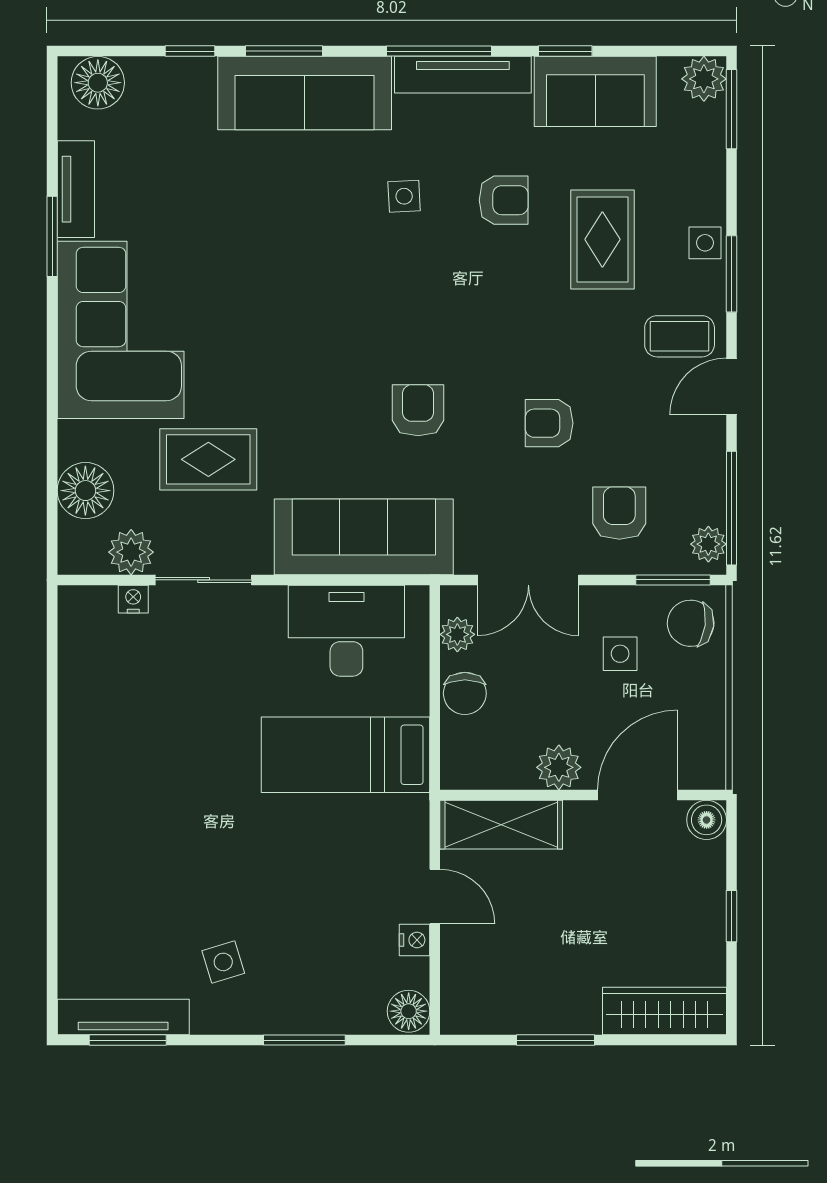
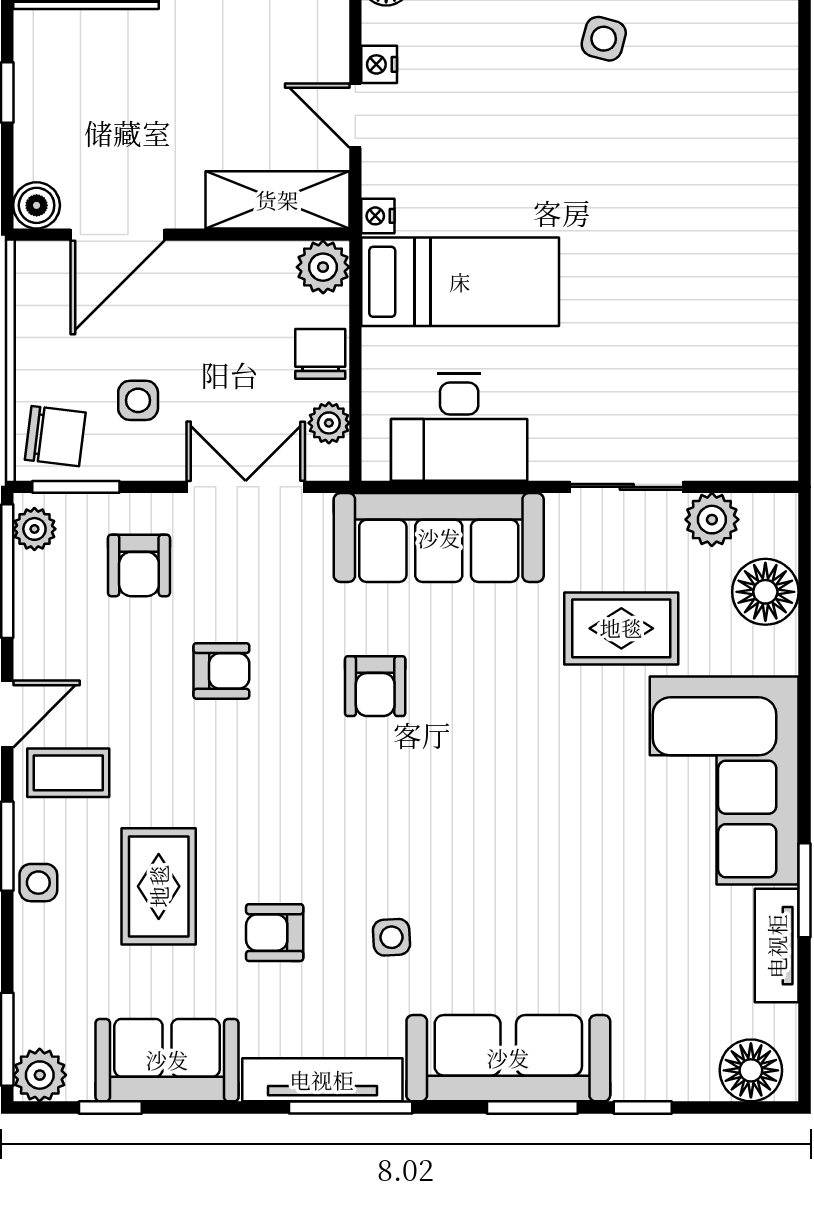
window: (565, 51) -> (110, 1108), moved
nightstand: (133, 599) -> (378, 216), moved, turned 90
plant: (559, 767) -> (323, 267), moved
side table: (223, 962) -> (604, 39), turned 32

